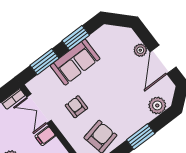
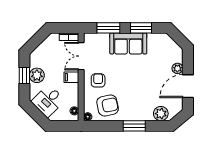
armchair: (76, 107) -> (98, 80), moved

